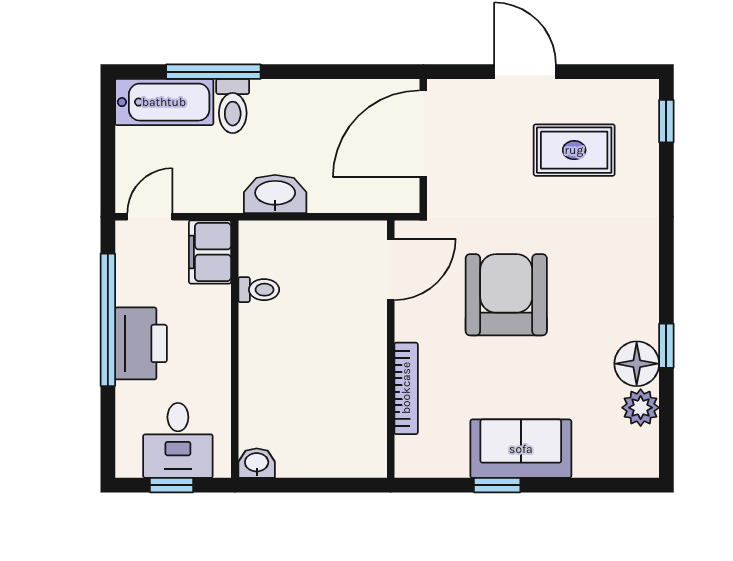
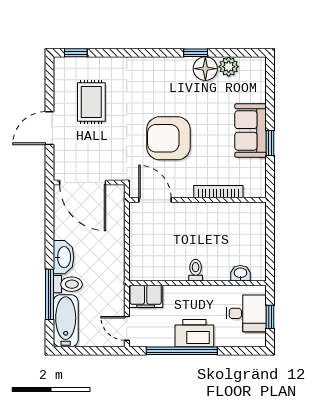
washbasin: (275, 194) -> (64, 257), moved, turned 180
toilet: (259, 290) -> (196, 270), moved
washbasin: (257, 463) -> (240, 273), moved, turned 90

